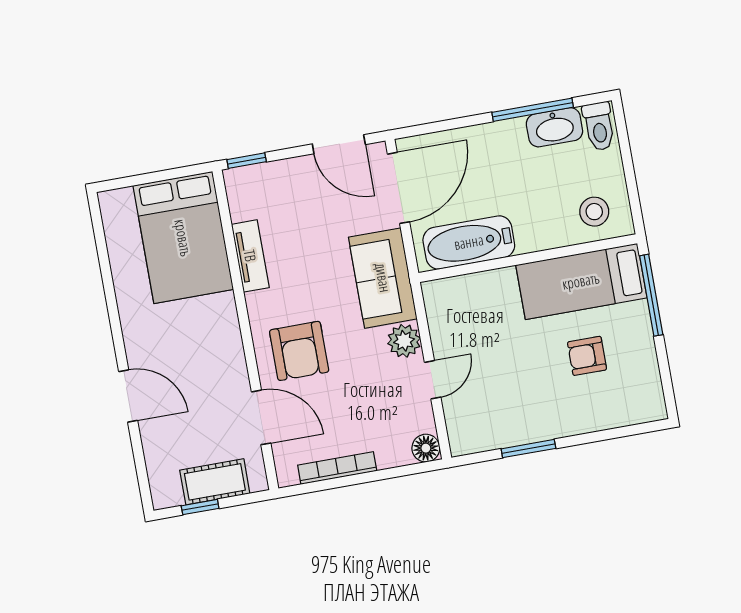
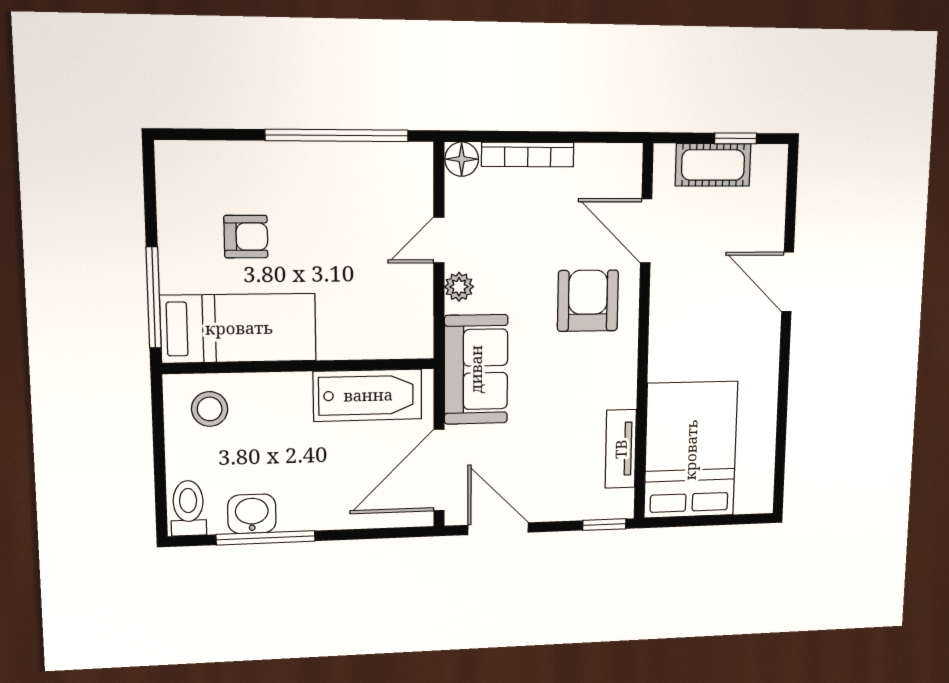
washbasin: (554, 127) -> (252, 514), width x0.72
tv unit: (250, 256) -> (621, 449), moved
plant: (404, 341) -> (459, 287), width x0.73, depth x0.73
window: (528, 449) -> (337, 135), width x2.11
bookcase: (337, 468) -> (528, 155), moved

